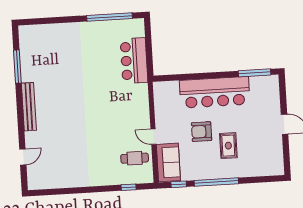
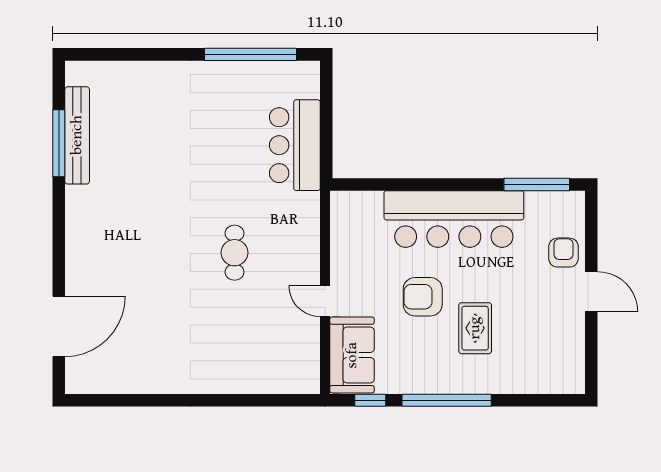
armchair: (270, 106) -> (564, 253), added
bench: (29, 107) -> (77, 135), moved
door: (23, 157) -> (59, 326), width x1.88
cafe table: (135, 158) -> (235, 253), moved, turned 90
window: (129, 187) -> (269, 400), removed

